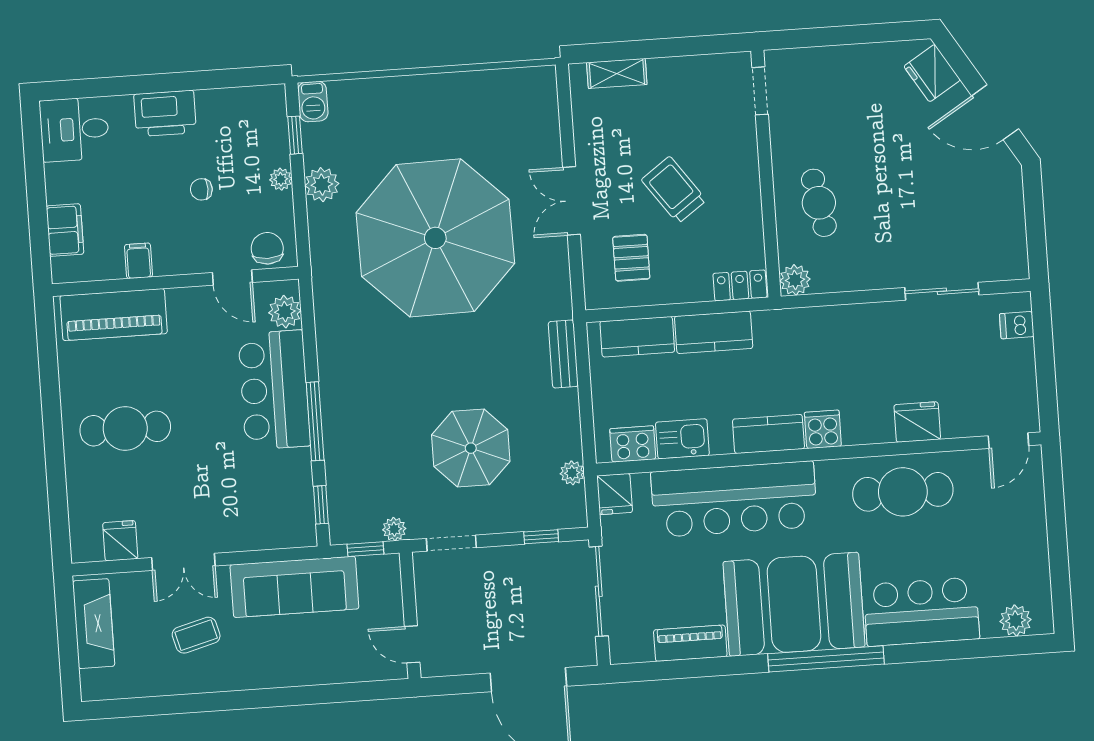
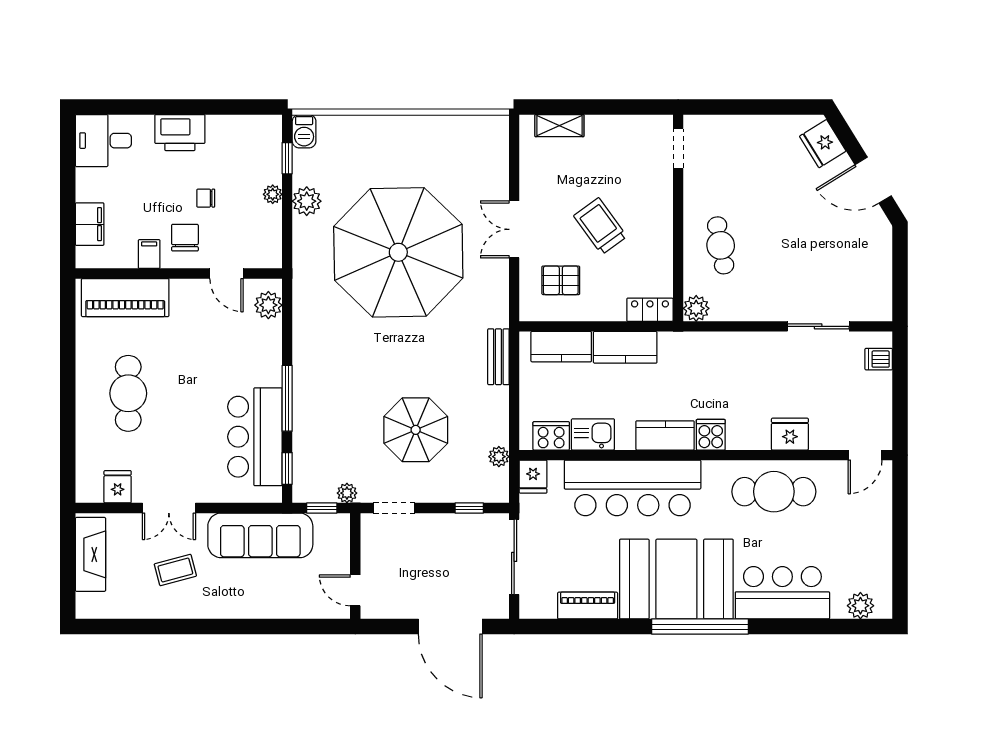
chair: (267, 248) -> (185, 238), moved
pallet: (631, 258) -> (561, 280), turned 90
bar counter: (274, 390) -> (255, 437), moved
cafe table: (125, 429) -> (128, 393), turned 90

